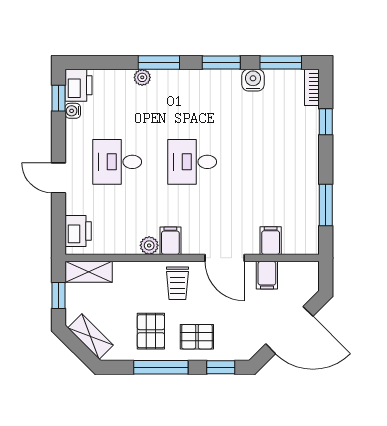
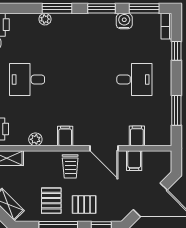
desk: (192, 162) -> (134, 80), moved, turned 180
plant: (149, 245) -> (35, 139), moved

